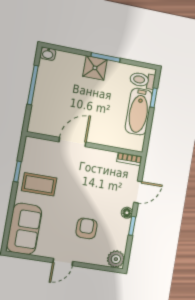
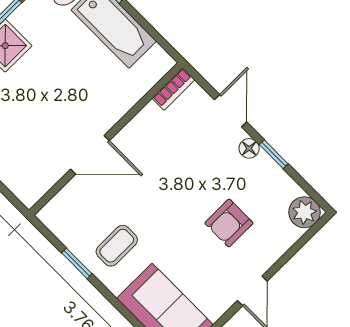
door: (72, 142) -> (90, 155), swing flipped
coffee table: (39, 184) -> (117, 246), width x0.73, depth x0.77
armchair: (86, 228) -> (229, 223), turned -90

